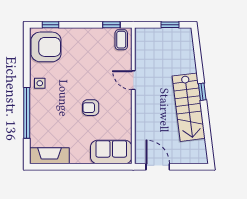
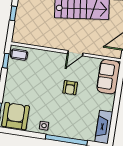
door: (133, 80) -> (75, 53), moved

